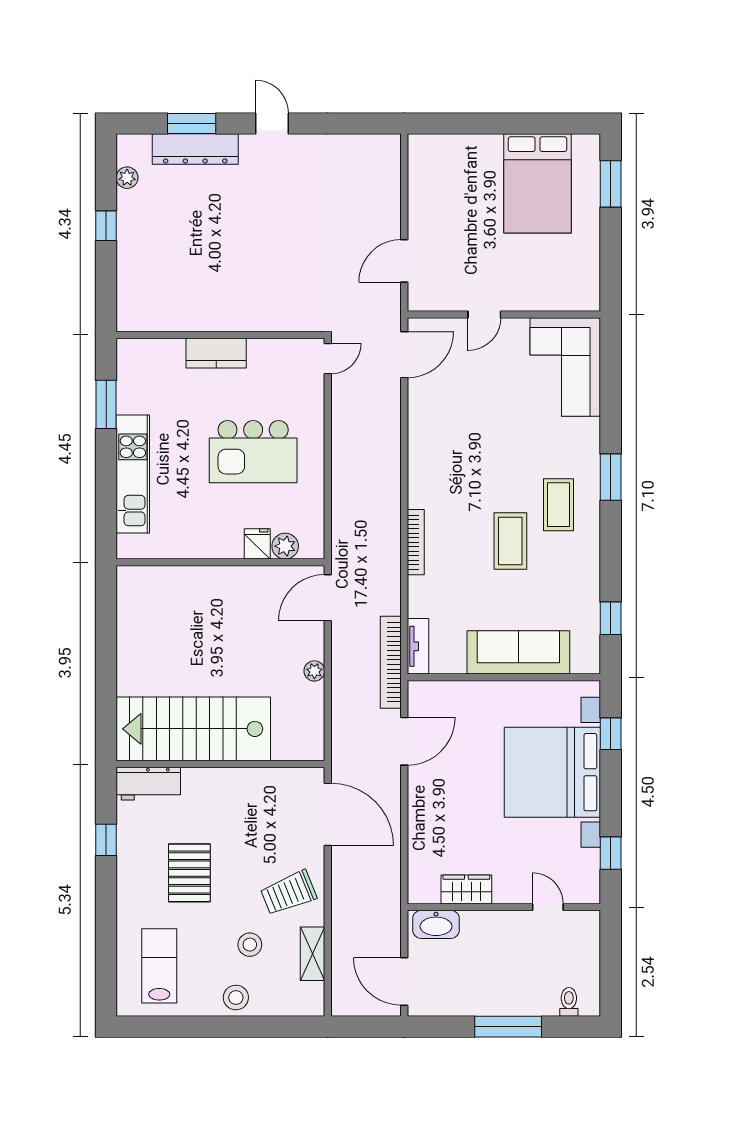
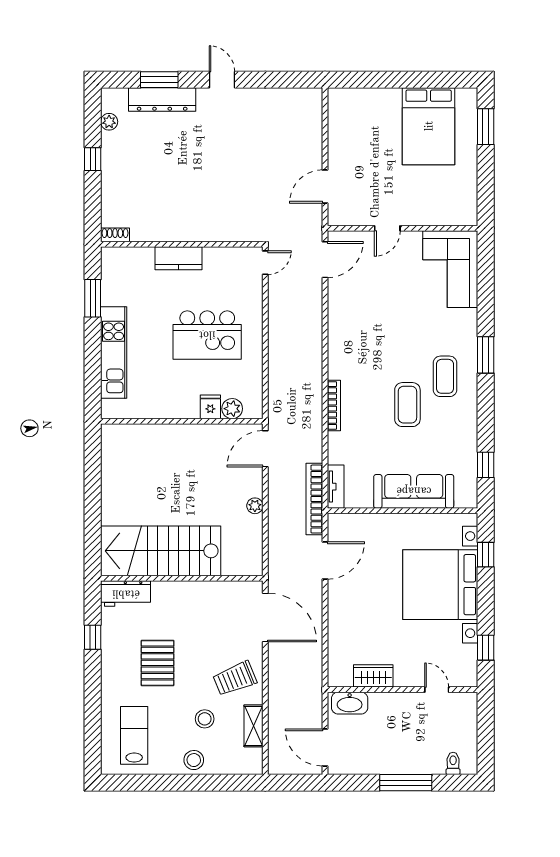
shoe rack: (135, 323) -> (115, 235), added

